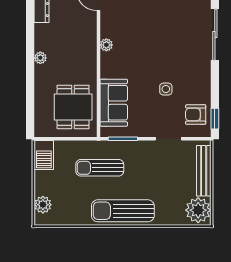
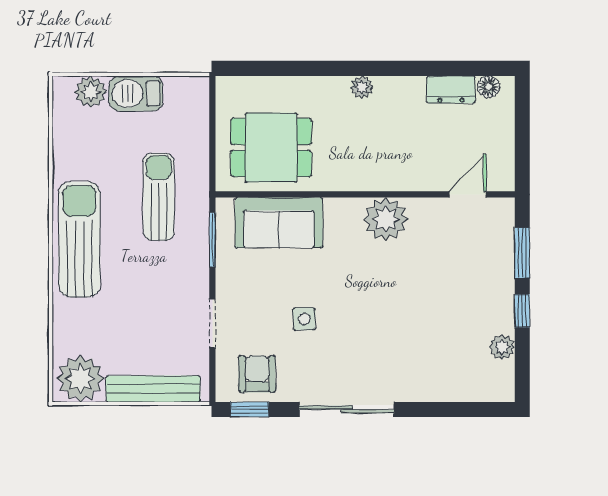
sliding door: (215, 35) -> (347, 409), moved
plant: (106, 45) -> (386, 219), width x1.88, depth x1.88
barbecue: (44, 155) -> (136, 93), moved

